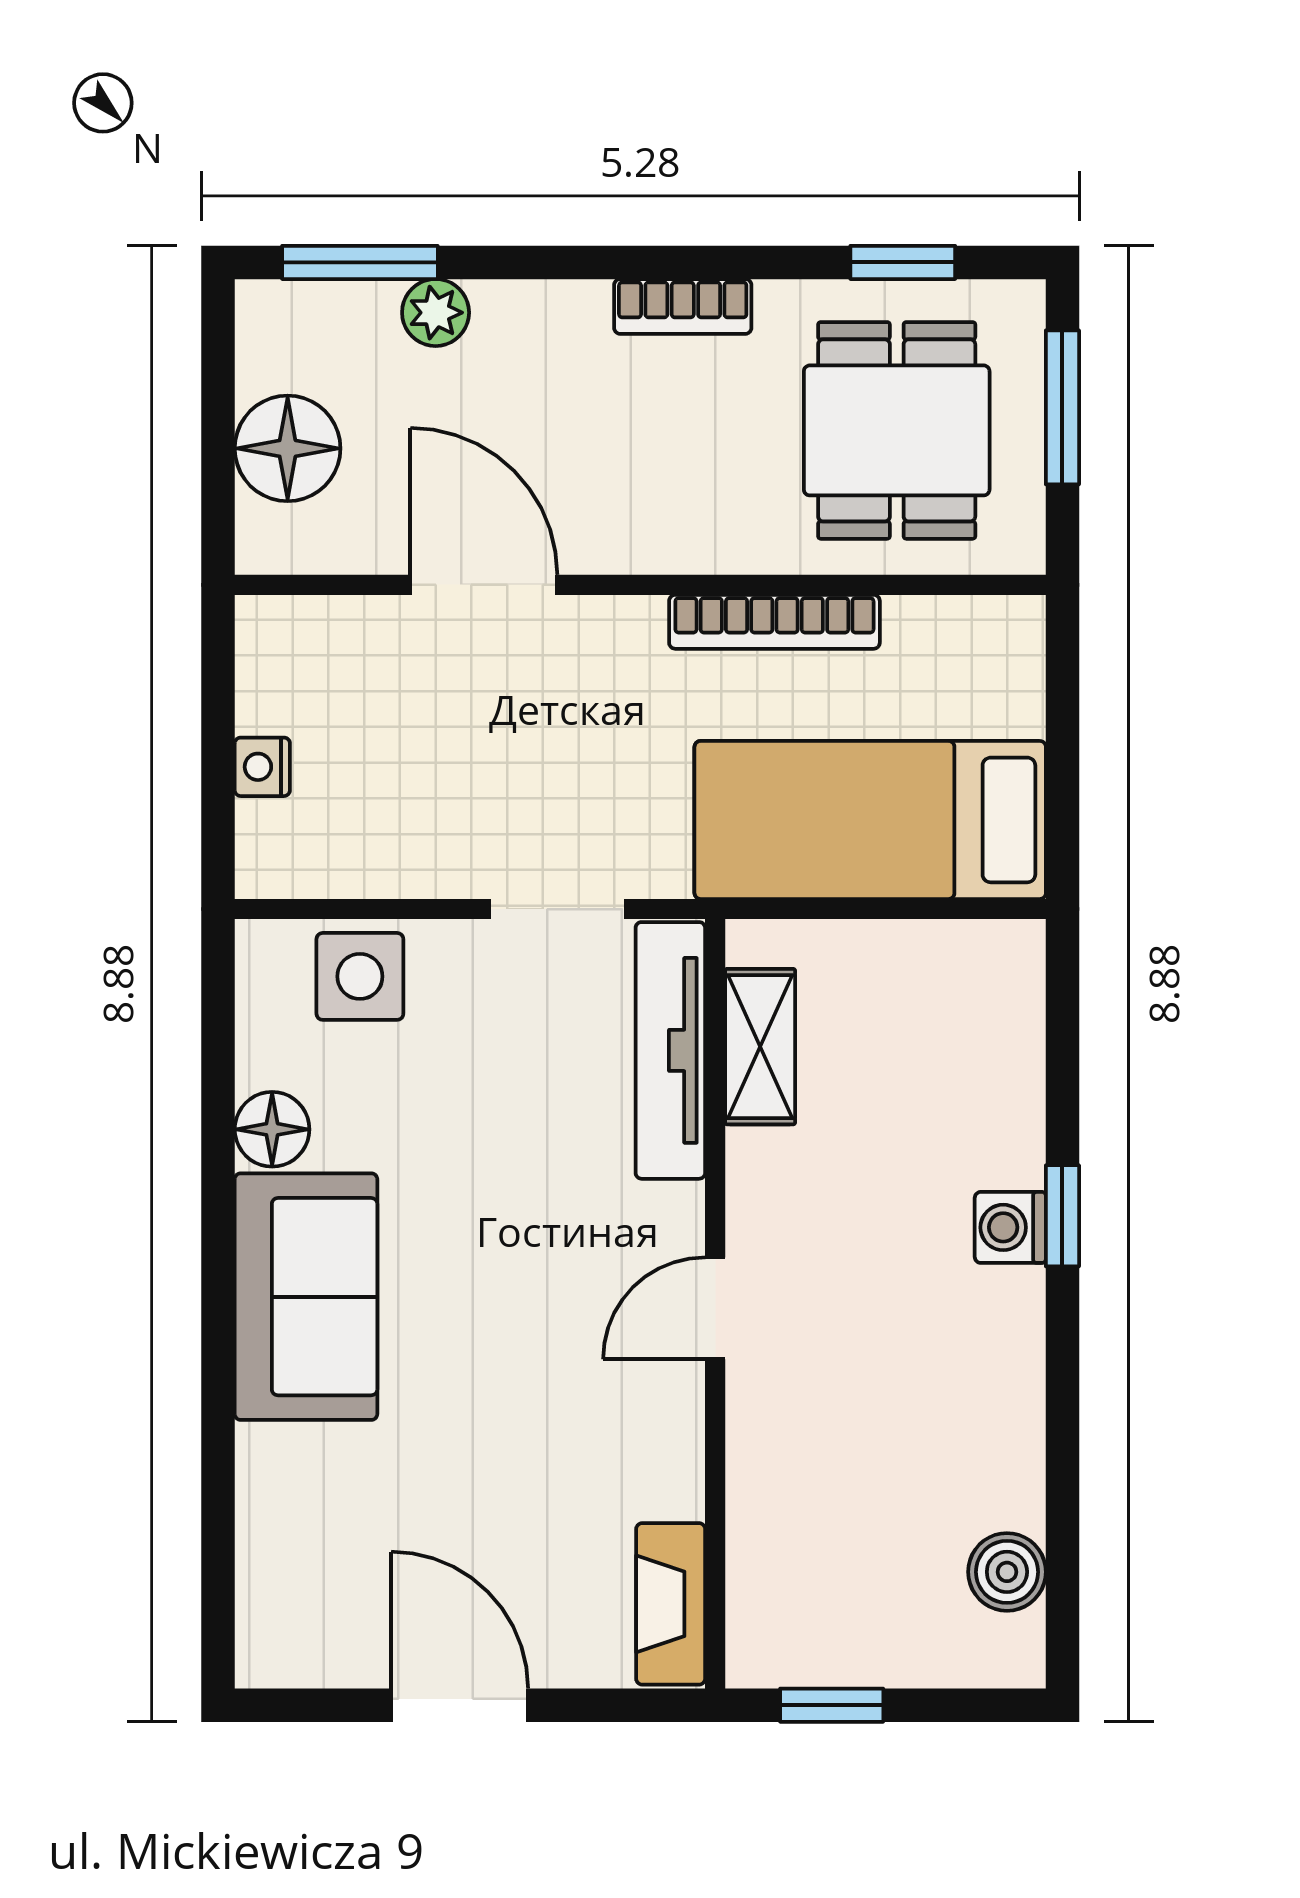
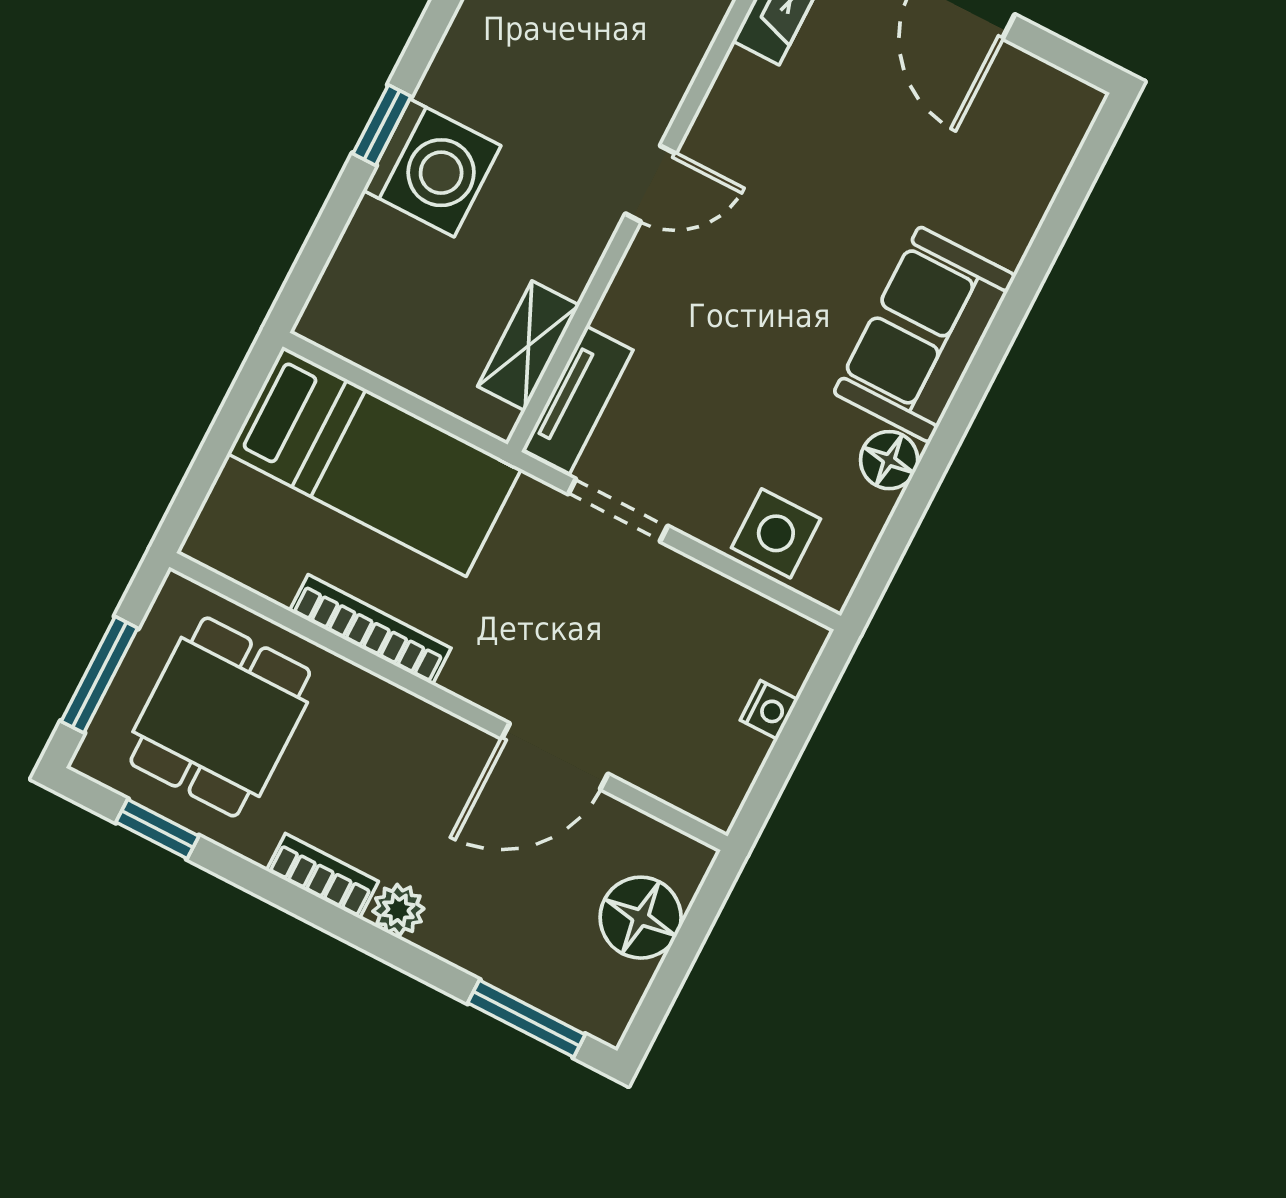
plant: (436, 313) -> (398, 910), moved
door: (484, 585) -> (555, 756), hinge flipped
tv unit: (670, 1050) -> (578, 400), width x0.71
washing machine: (1010, 1227) -> (432, 168), width x1.89, depth x1.89

